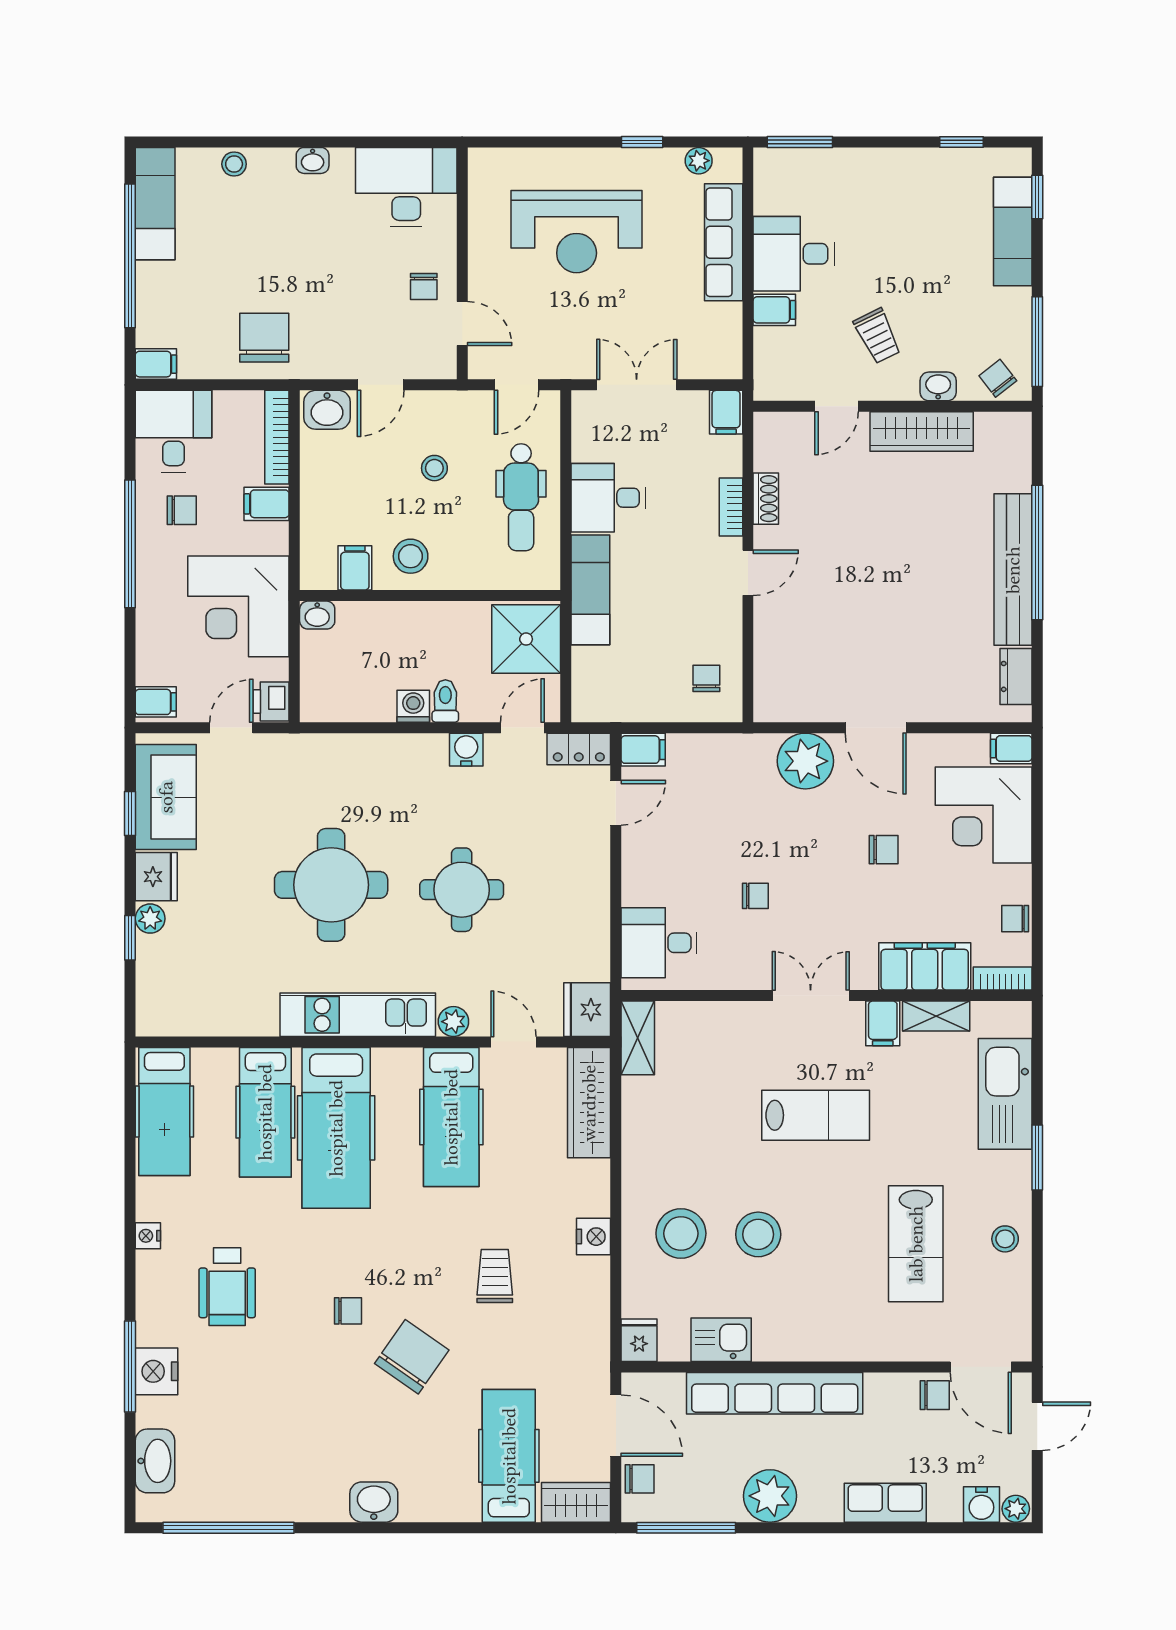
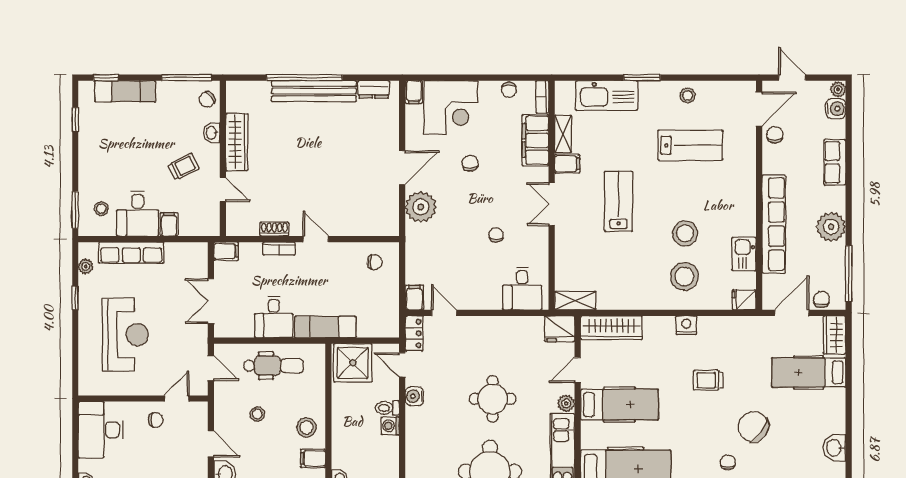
stool: (802, 189) -> (101, 209), added
chair: (706, 678) -> (375, 262), turned 180

